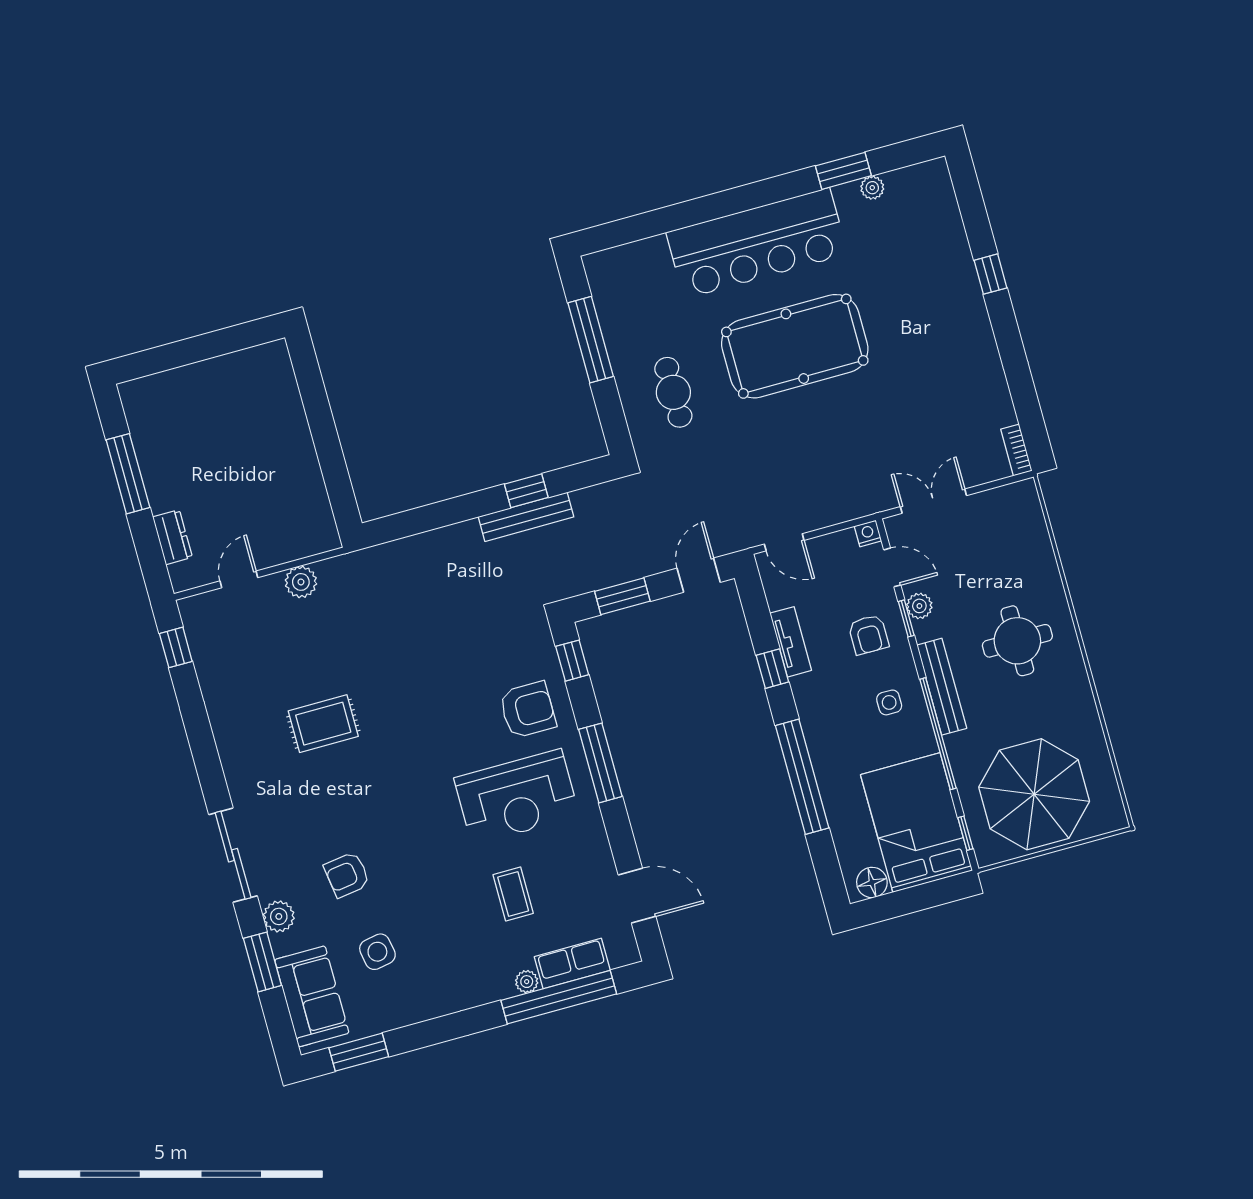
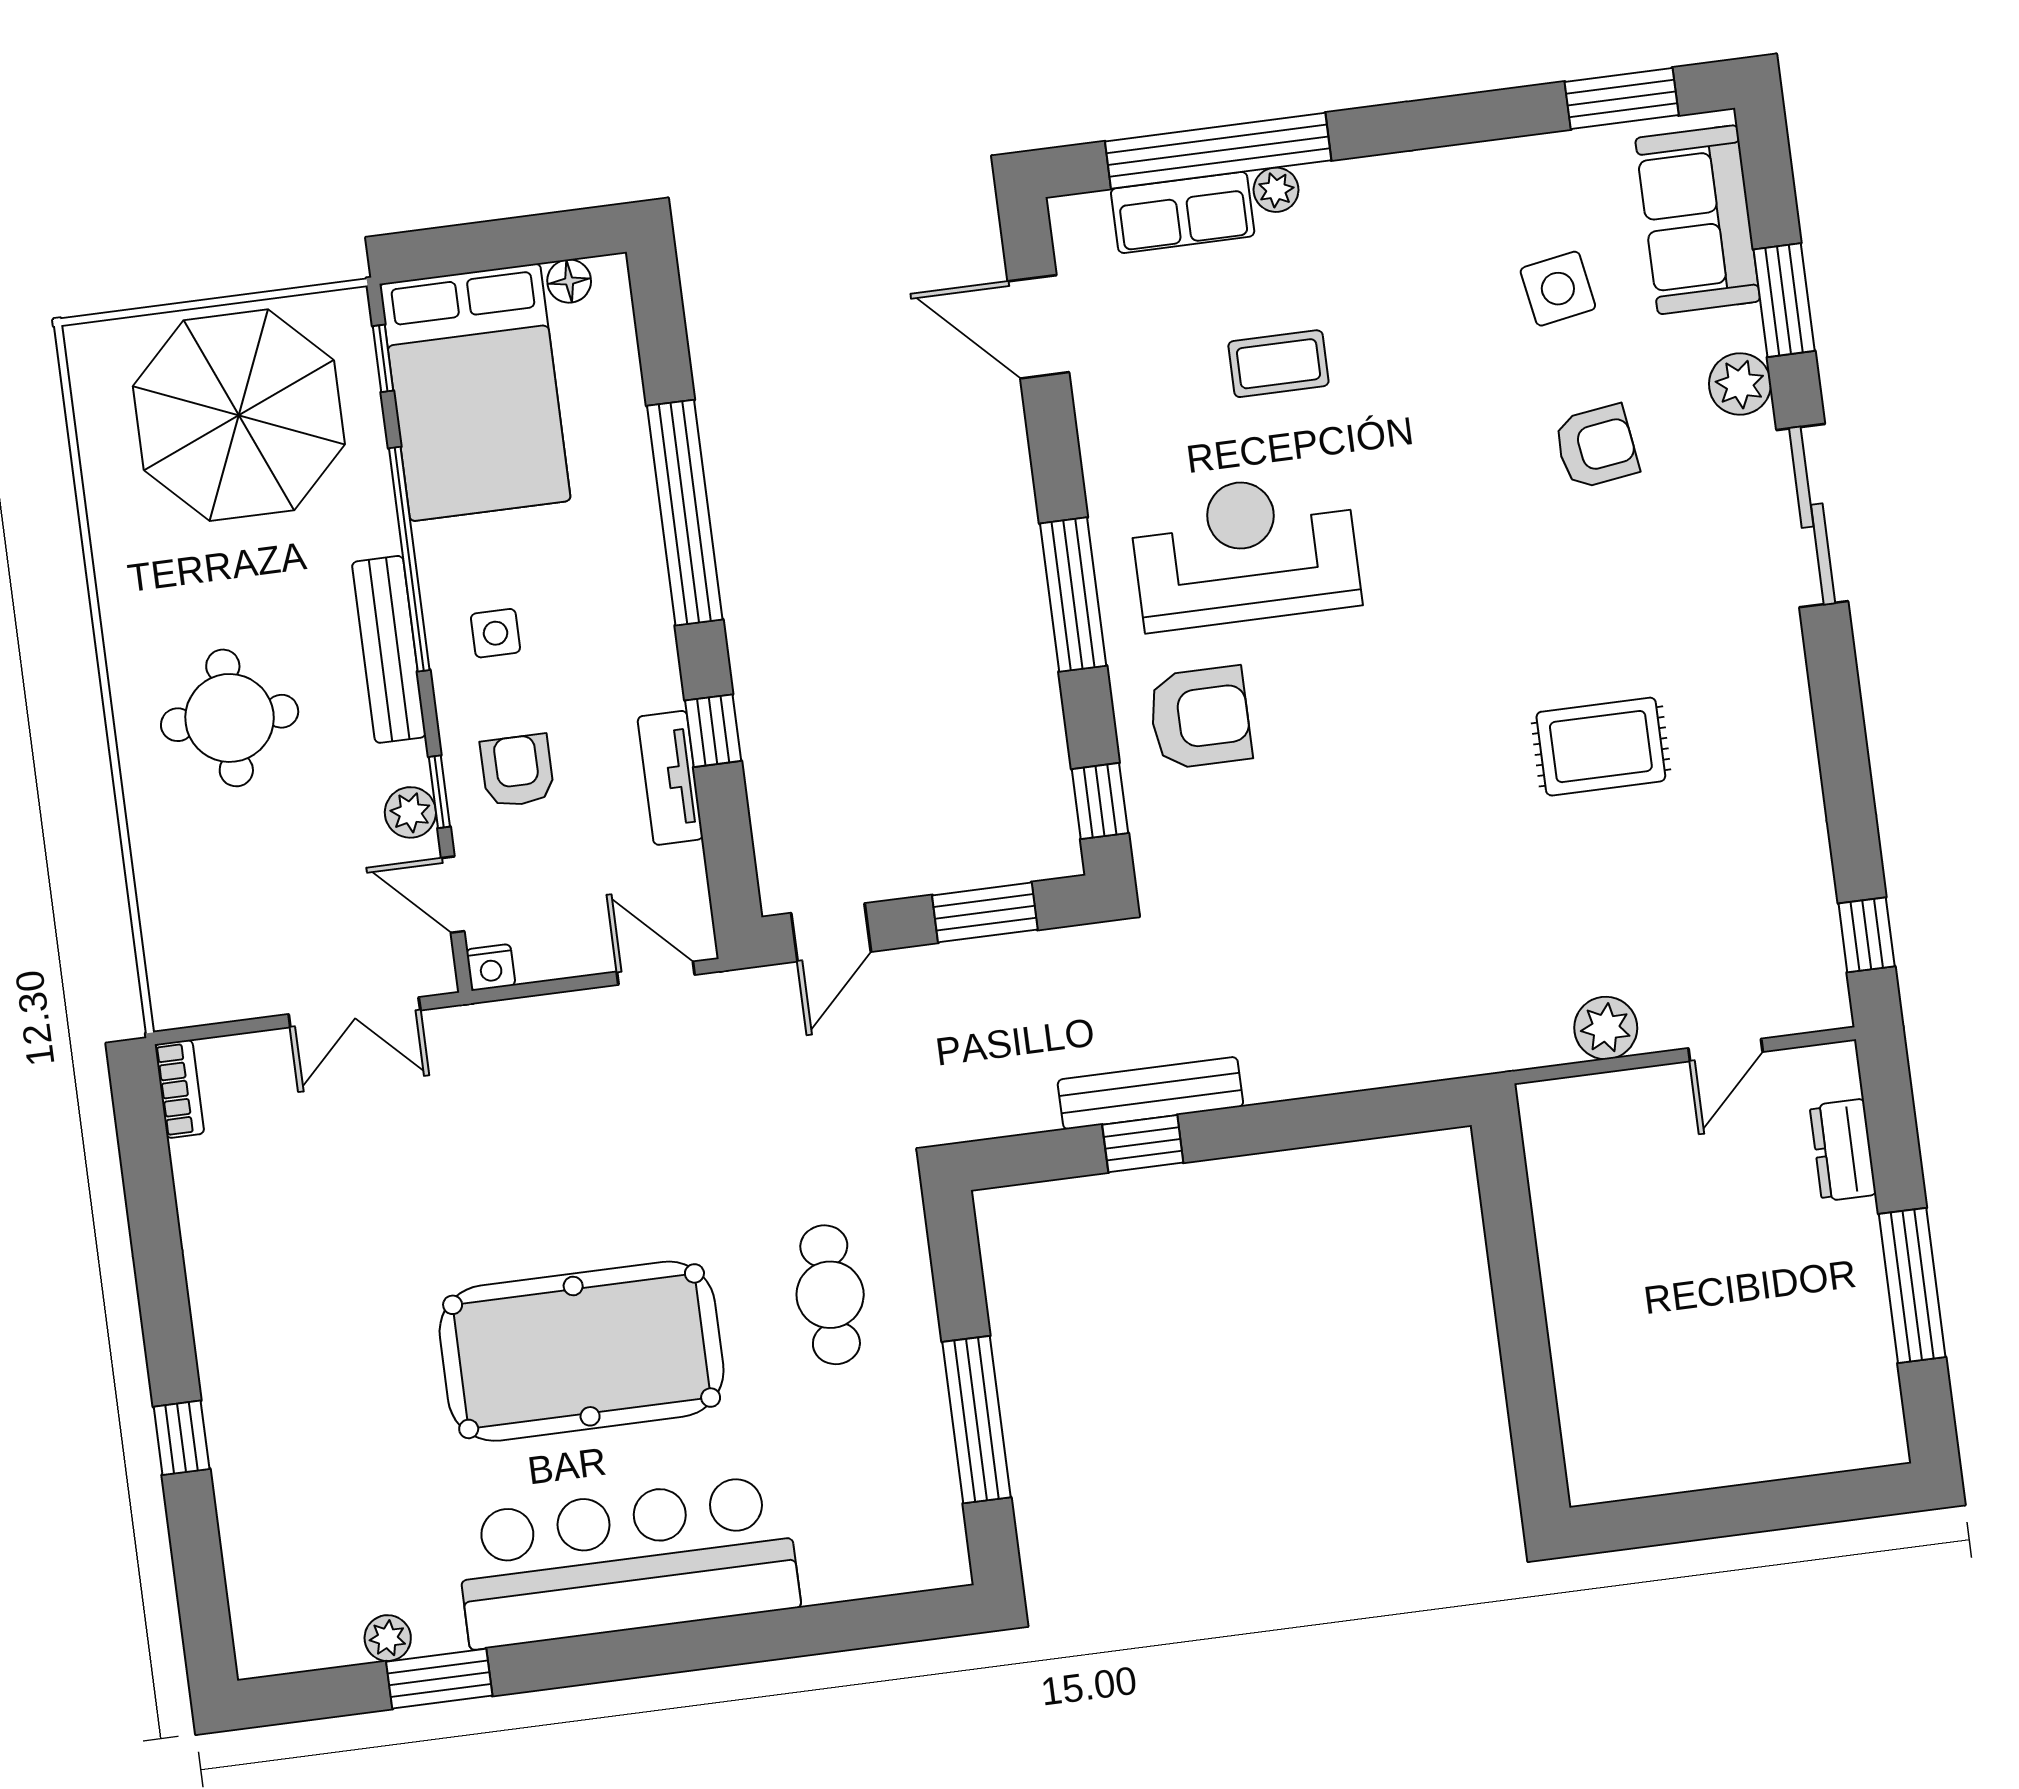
armchair: (528, 710) -> (1200, 718), turned 180
floor lamp: (872, 882) -> (569, 281), width x0.73, depth x0.73
coffee table: (513, 894) -> (1278, 364), turned 90

